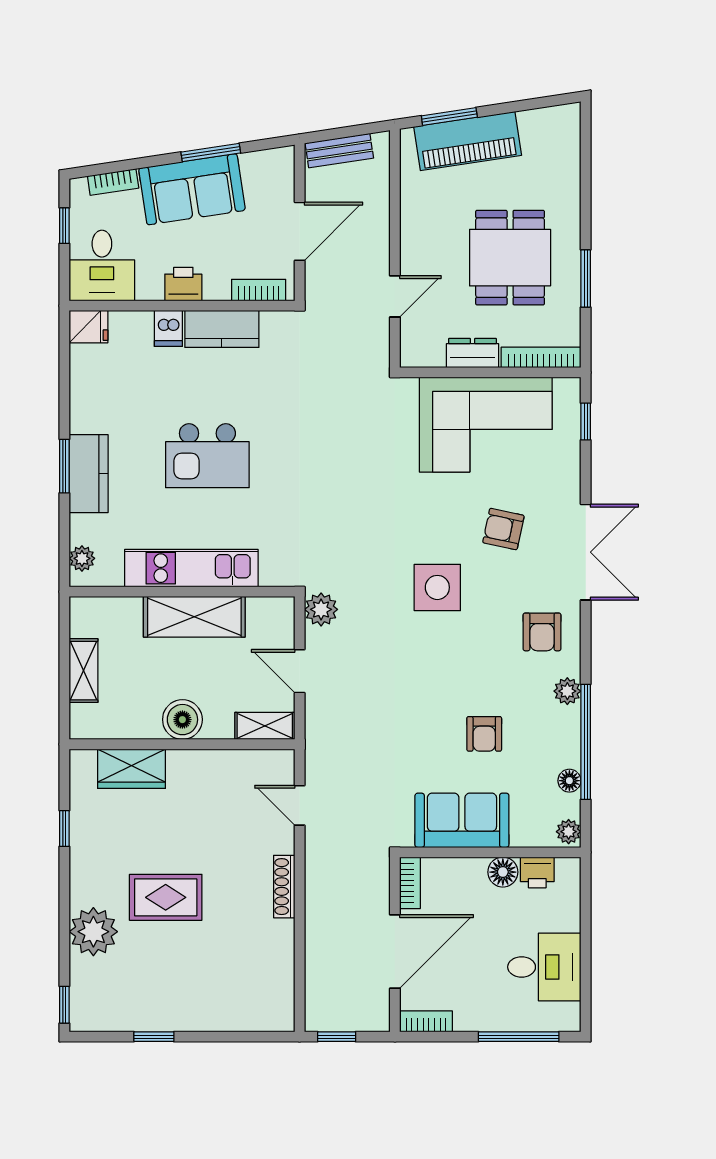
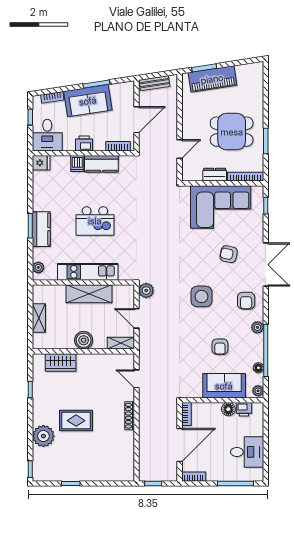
dining table: (510, 258) -> (232, 132), turned 90
side table: (437, 587) -> (201, 296), moved
sofa: (462, 820) -> (224, 386), moved

